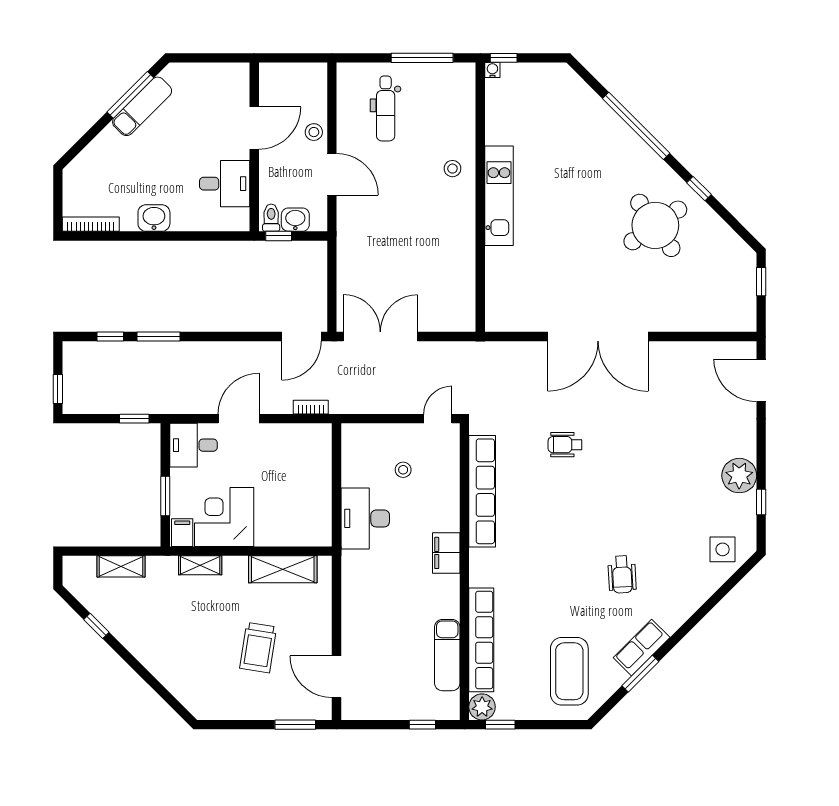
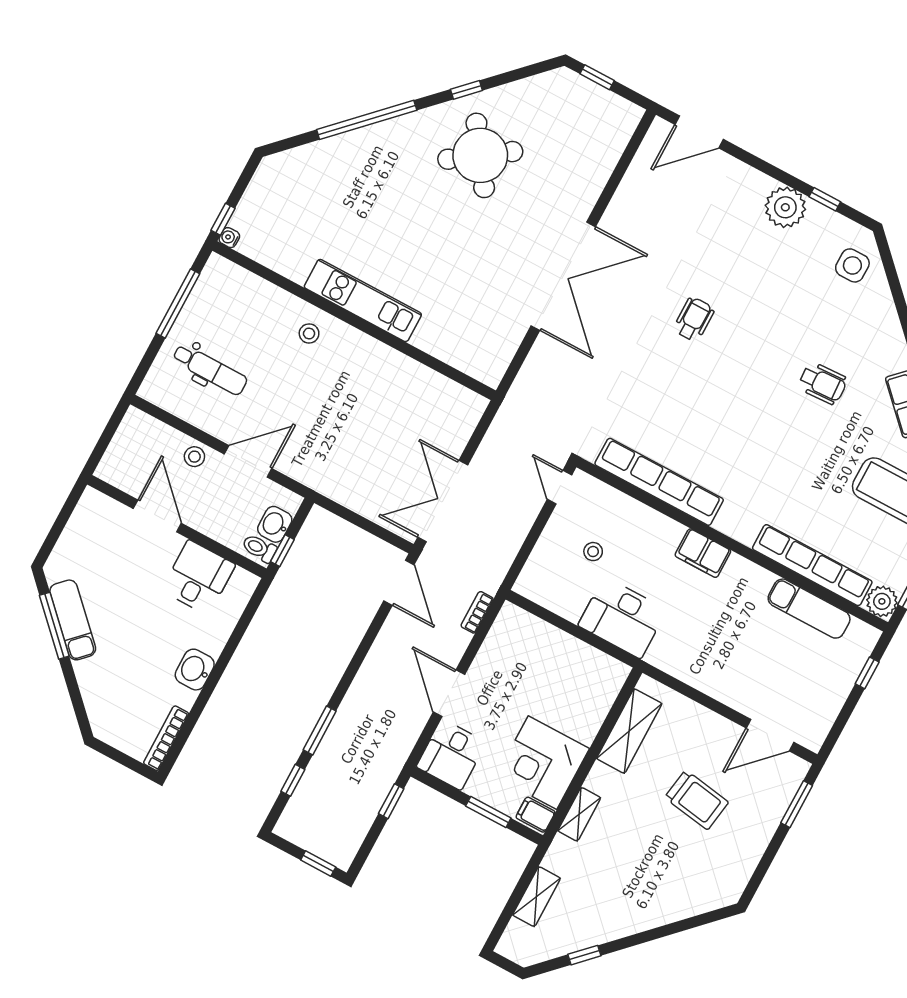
wheelchair: (565, 445) -> (694, 319), moved, turned 180

